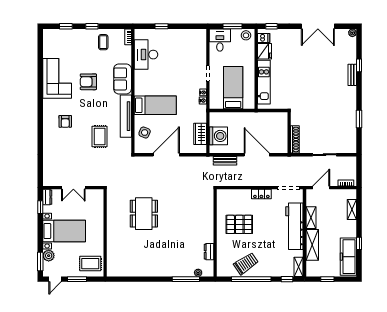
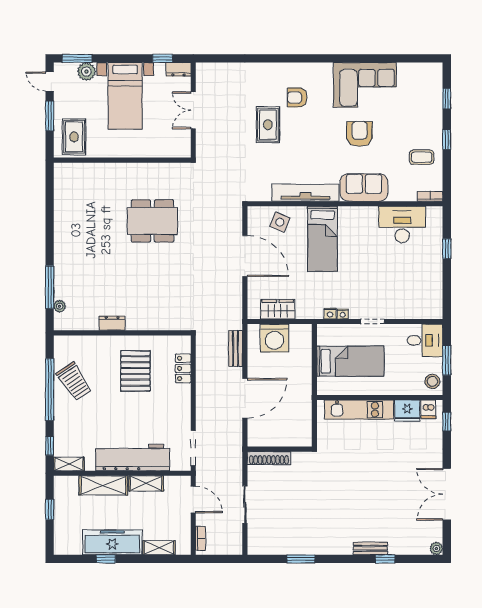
rug: (100, 136) -> (268, 125), moved, turned 90
locker: (261, 194) -> (183, 368), moved
dresser: (209, 252) -> (112, 323), moved
freezer: (348, 257) -> (112, 542), moved

